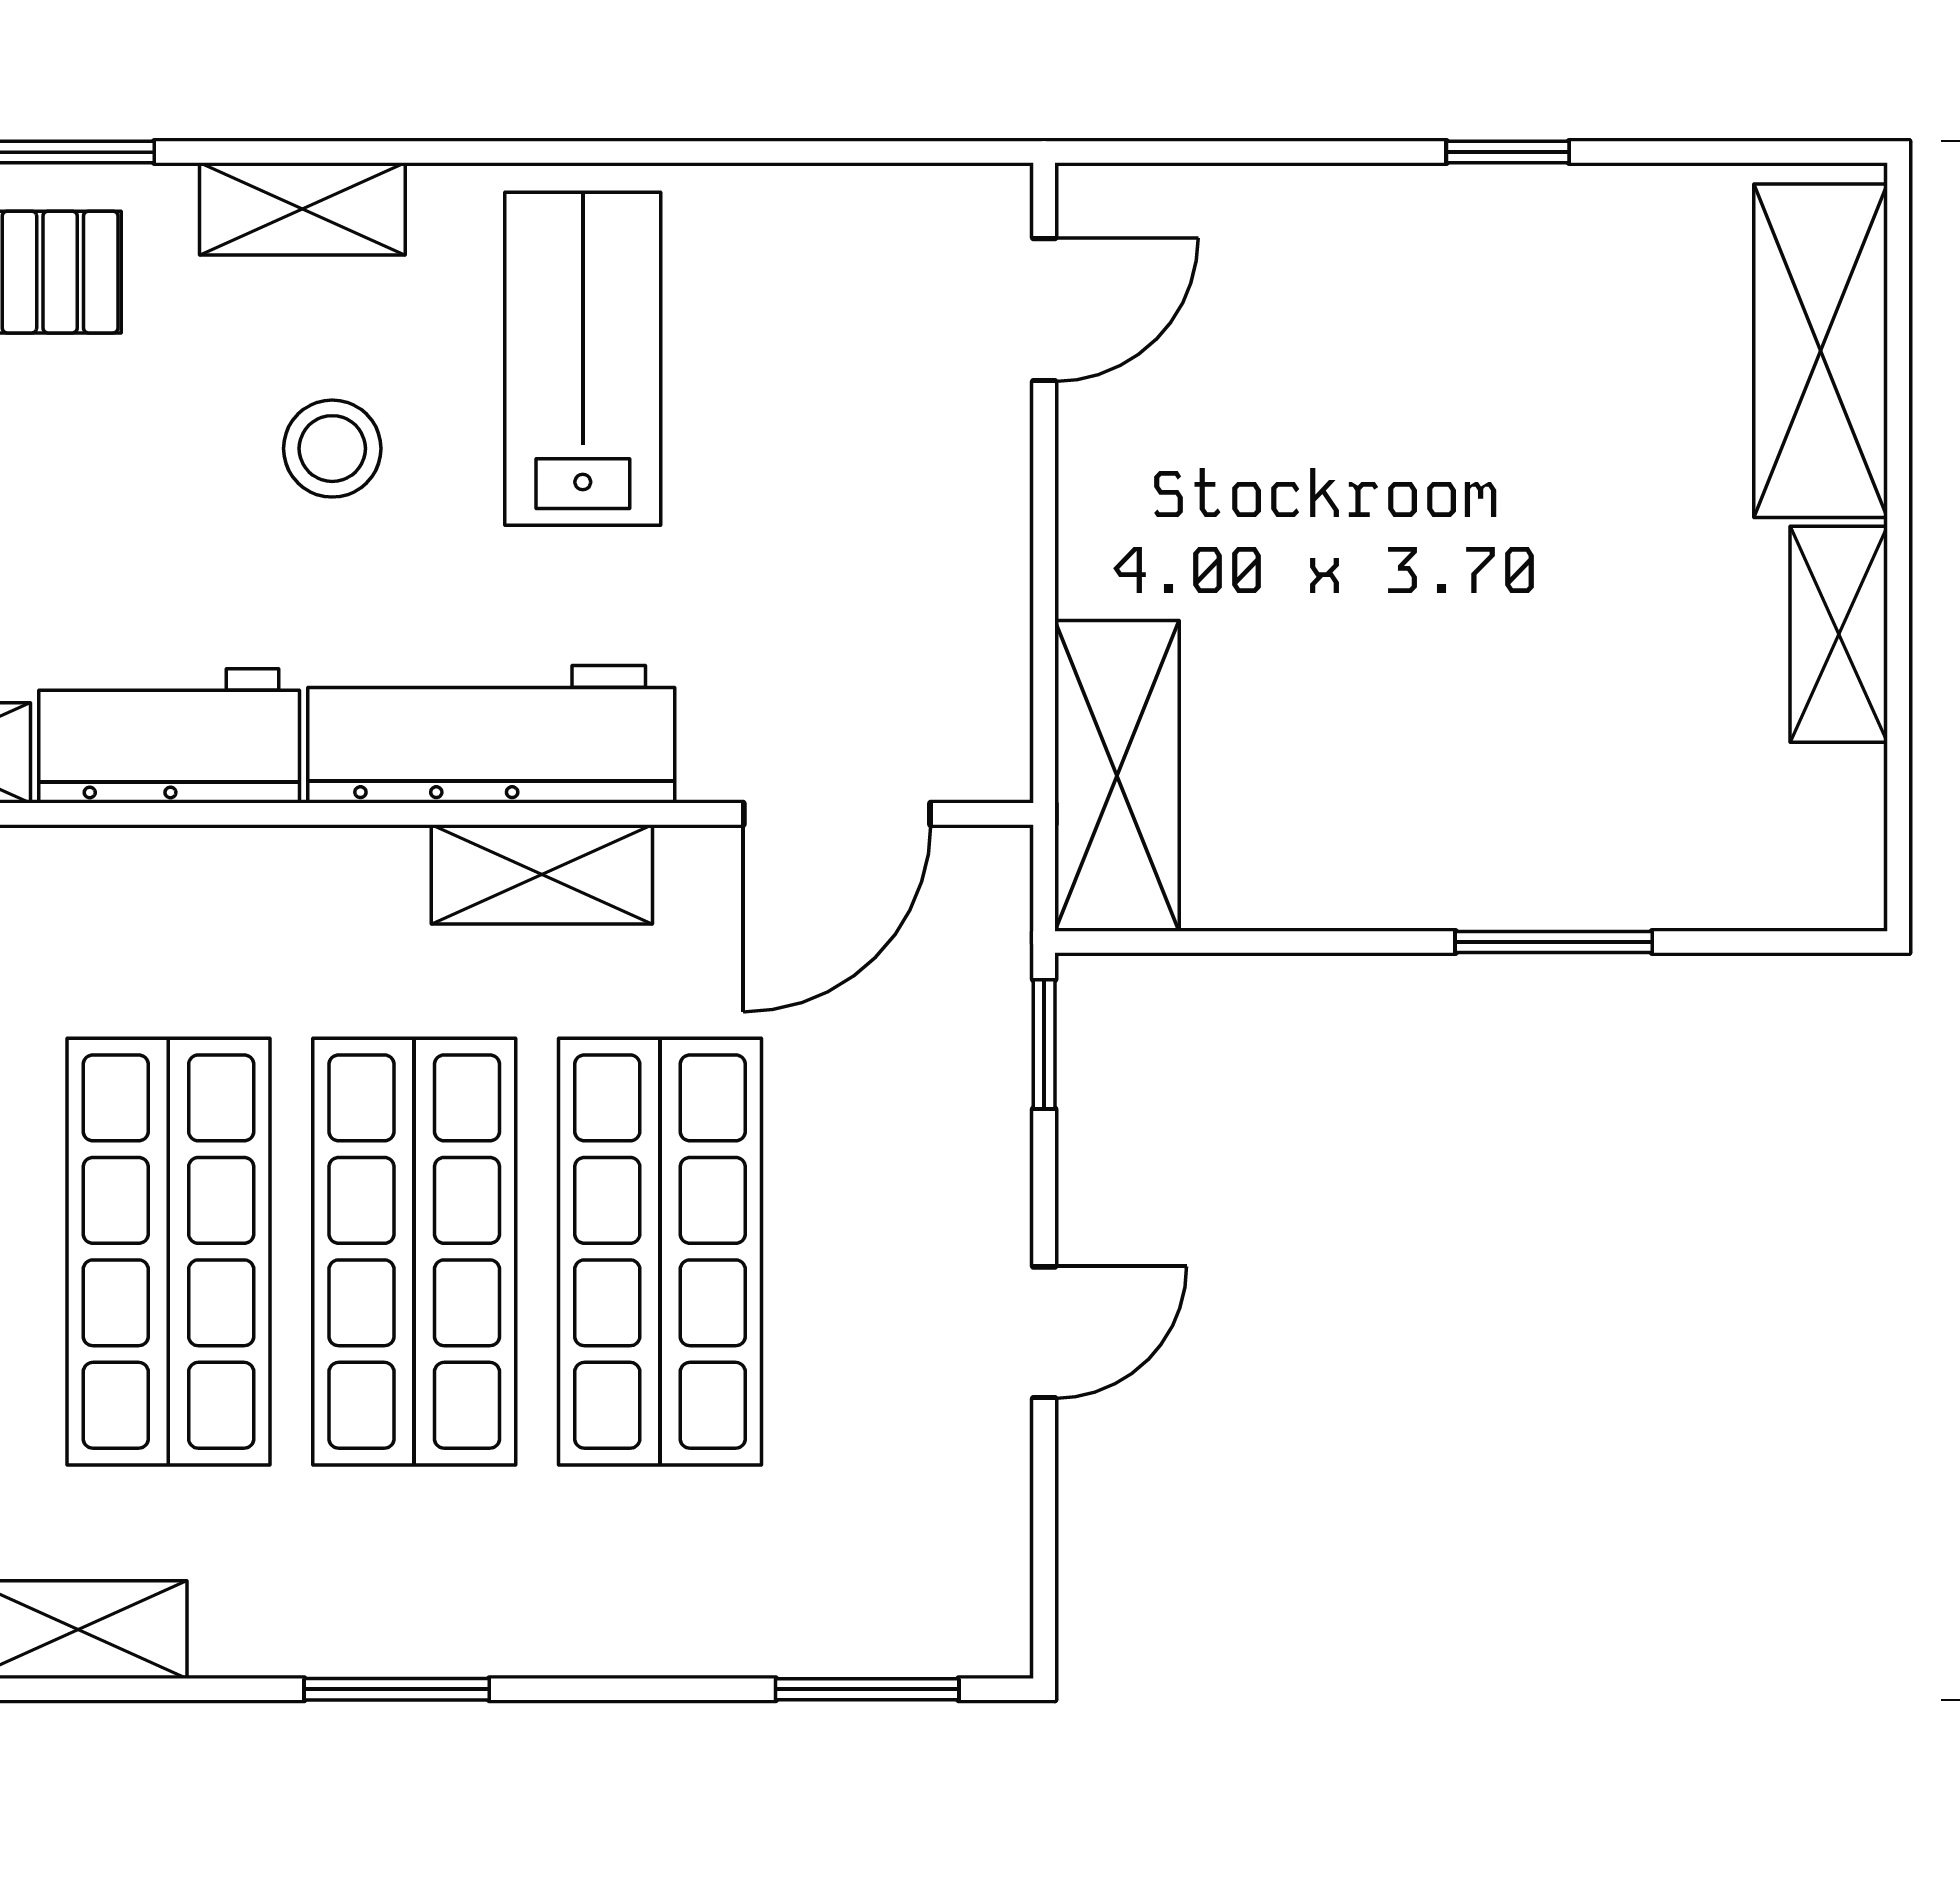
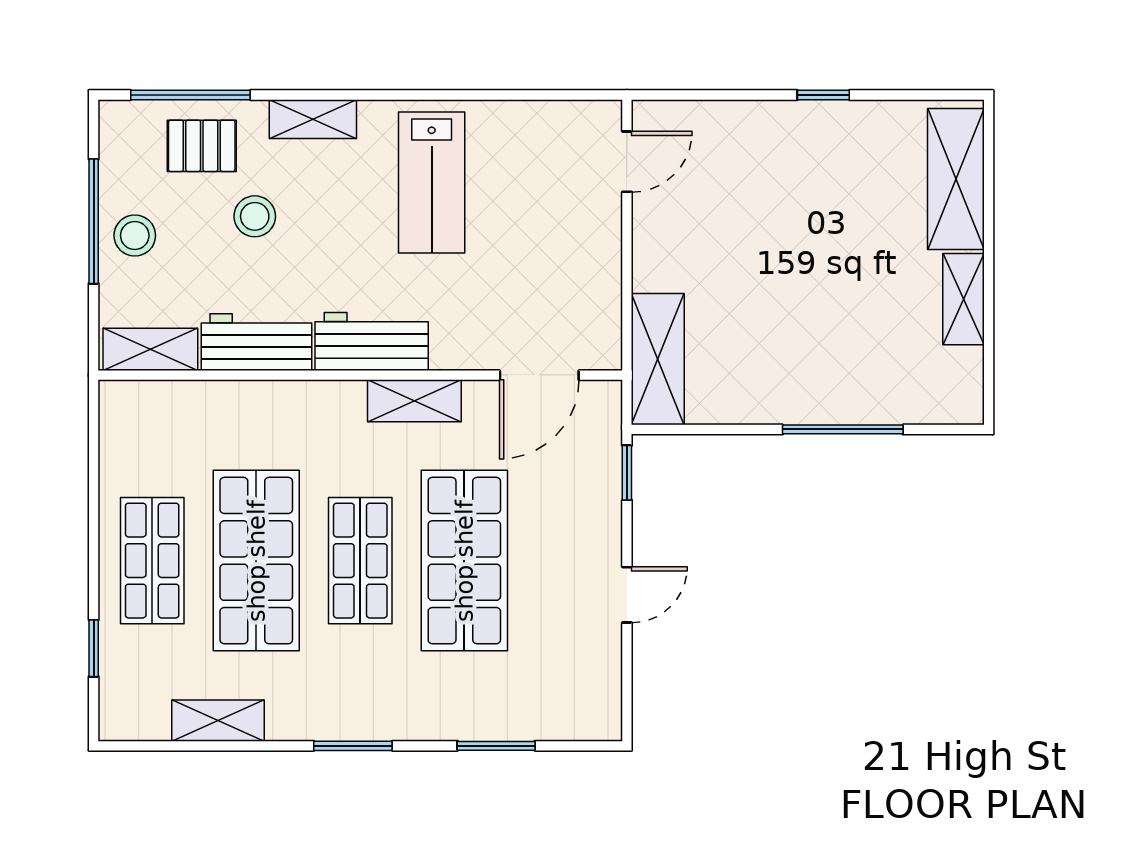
lab bench: (583, 359) -> (432, 182), turned 180
stool: (332, 449) -> (255, 216), moved
workbench: (491, 734) -> (372, 342), width x0.73
window: (1554, 942) -> (843, 429), width x1.44
shop shelf: (414, 1252) -> (360, 561), width x0.70, depth x0.74
window: (867, 1689) -> (496, 746), moved

